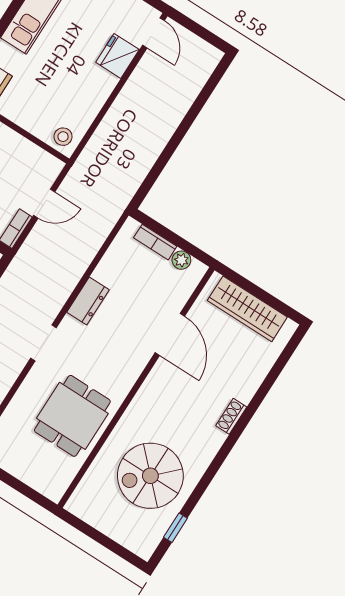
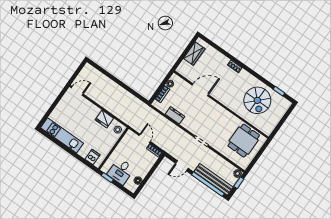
fridge: (117, 56) -> (104, 119), moved
dresser: (88, 301) -> (175, 115), moved
wardrobe: (247, 309) -> (194, 54), width x0.67
dining table: (72, 416) -> (244, 141), moved, turned 90

